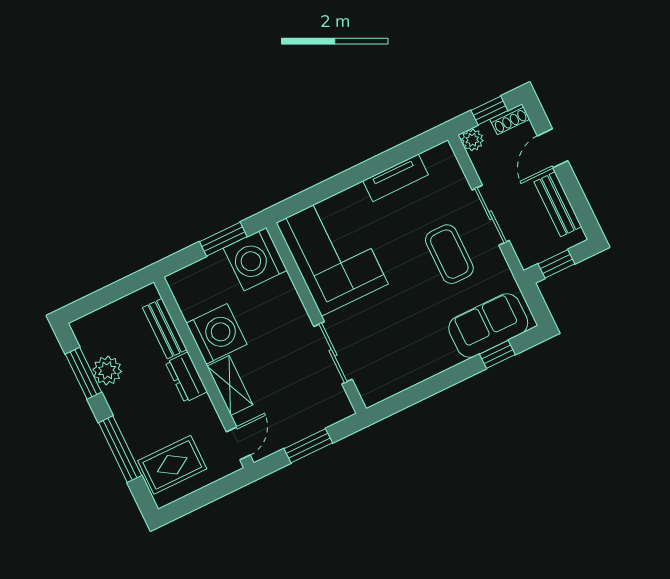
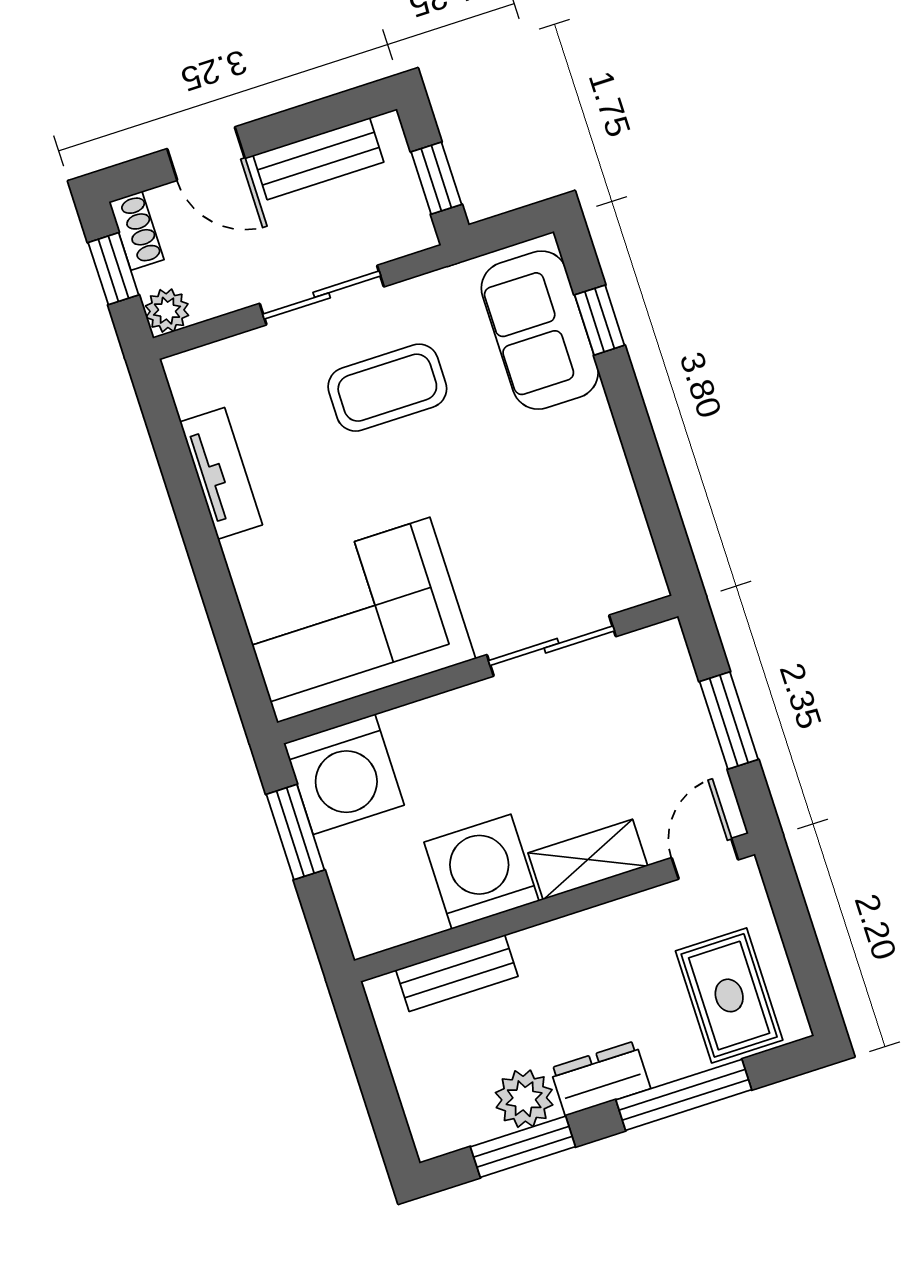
dresser: (186, 377) -> (600, 1078), moved, turned 180
door: (238, 443) -> (705, 859), hinge flipped

